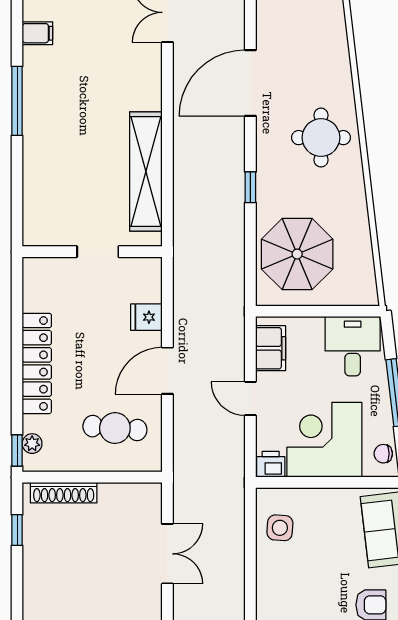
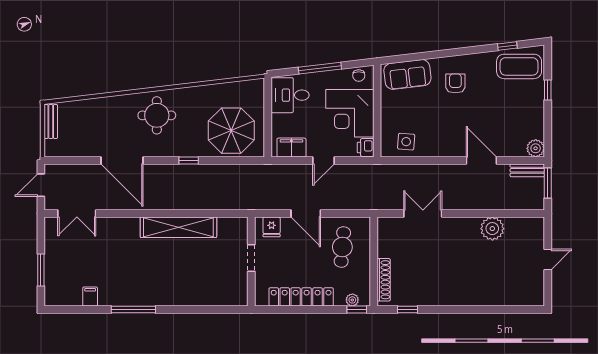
wall: (92, 252) -> (251, 262), moved
doorway: (98, 252) -> (251, 258), moved

